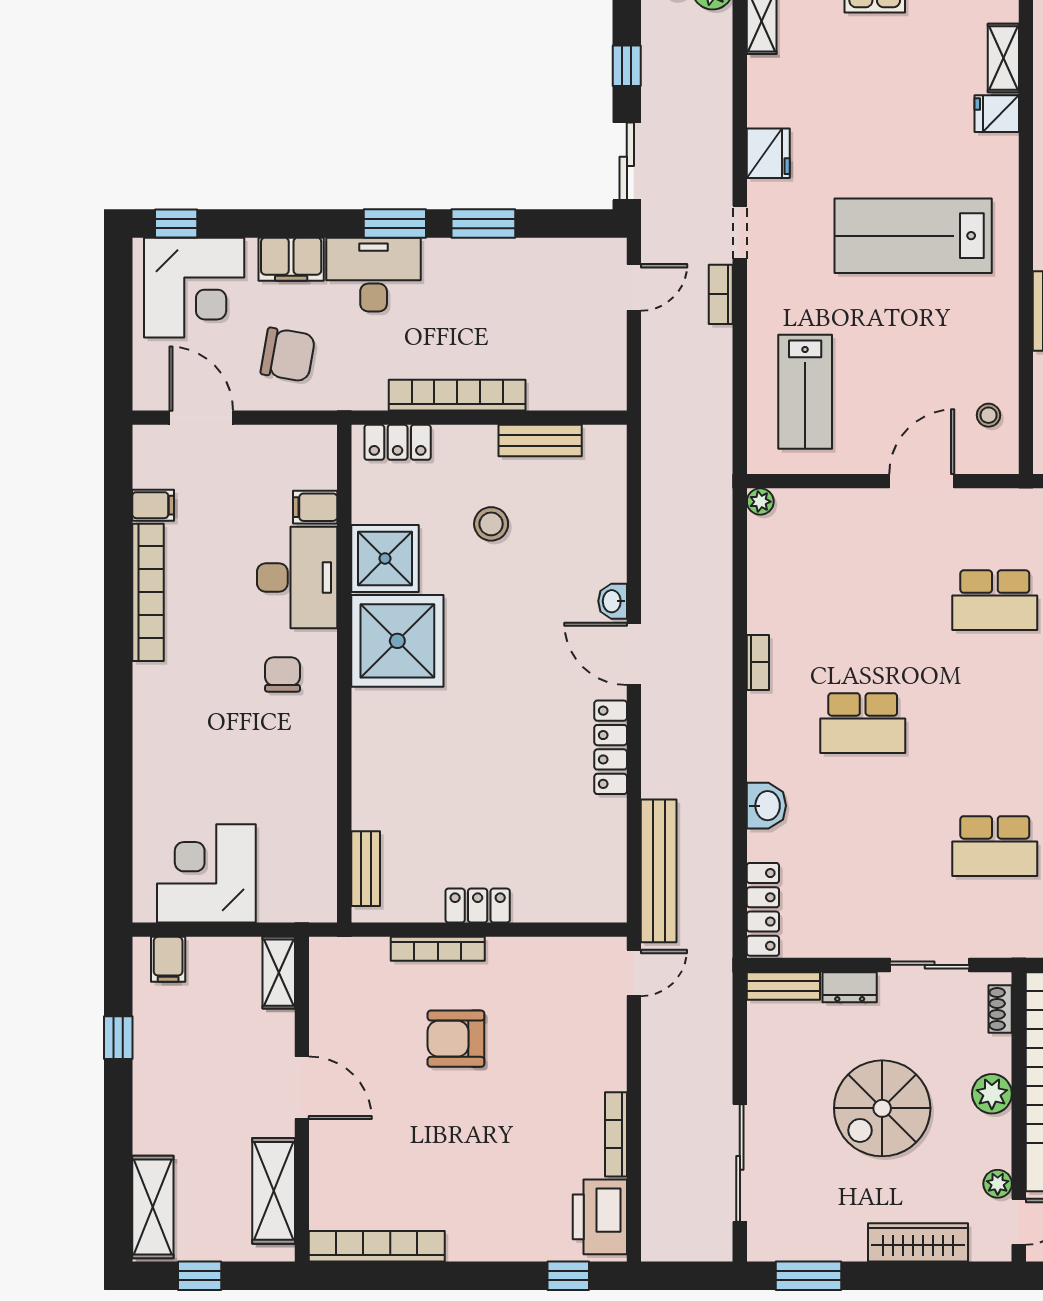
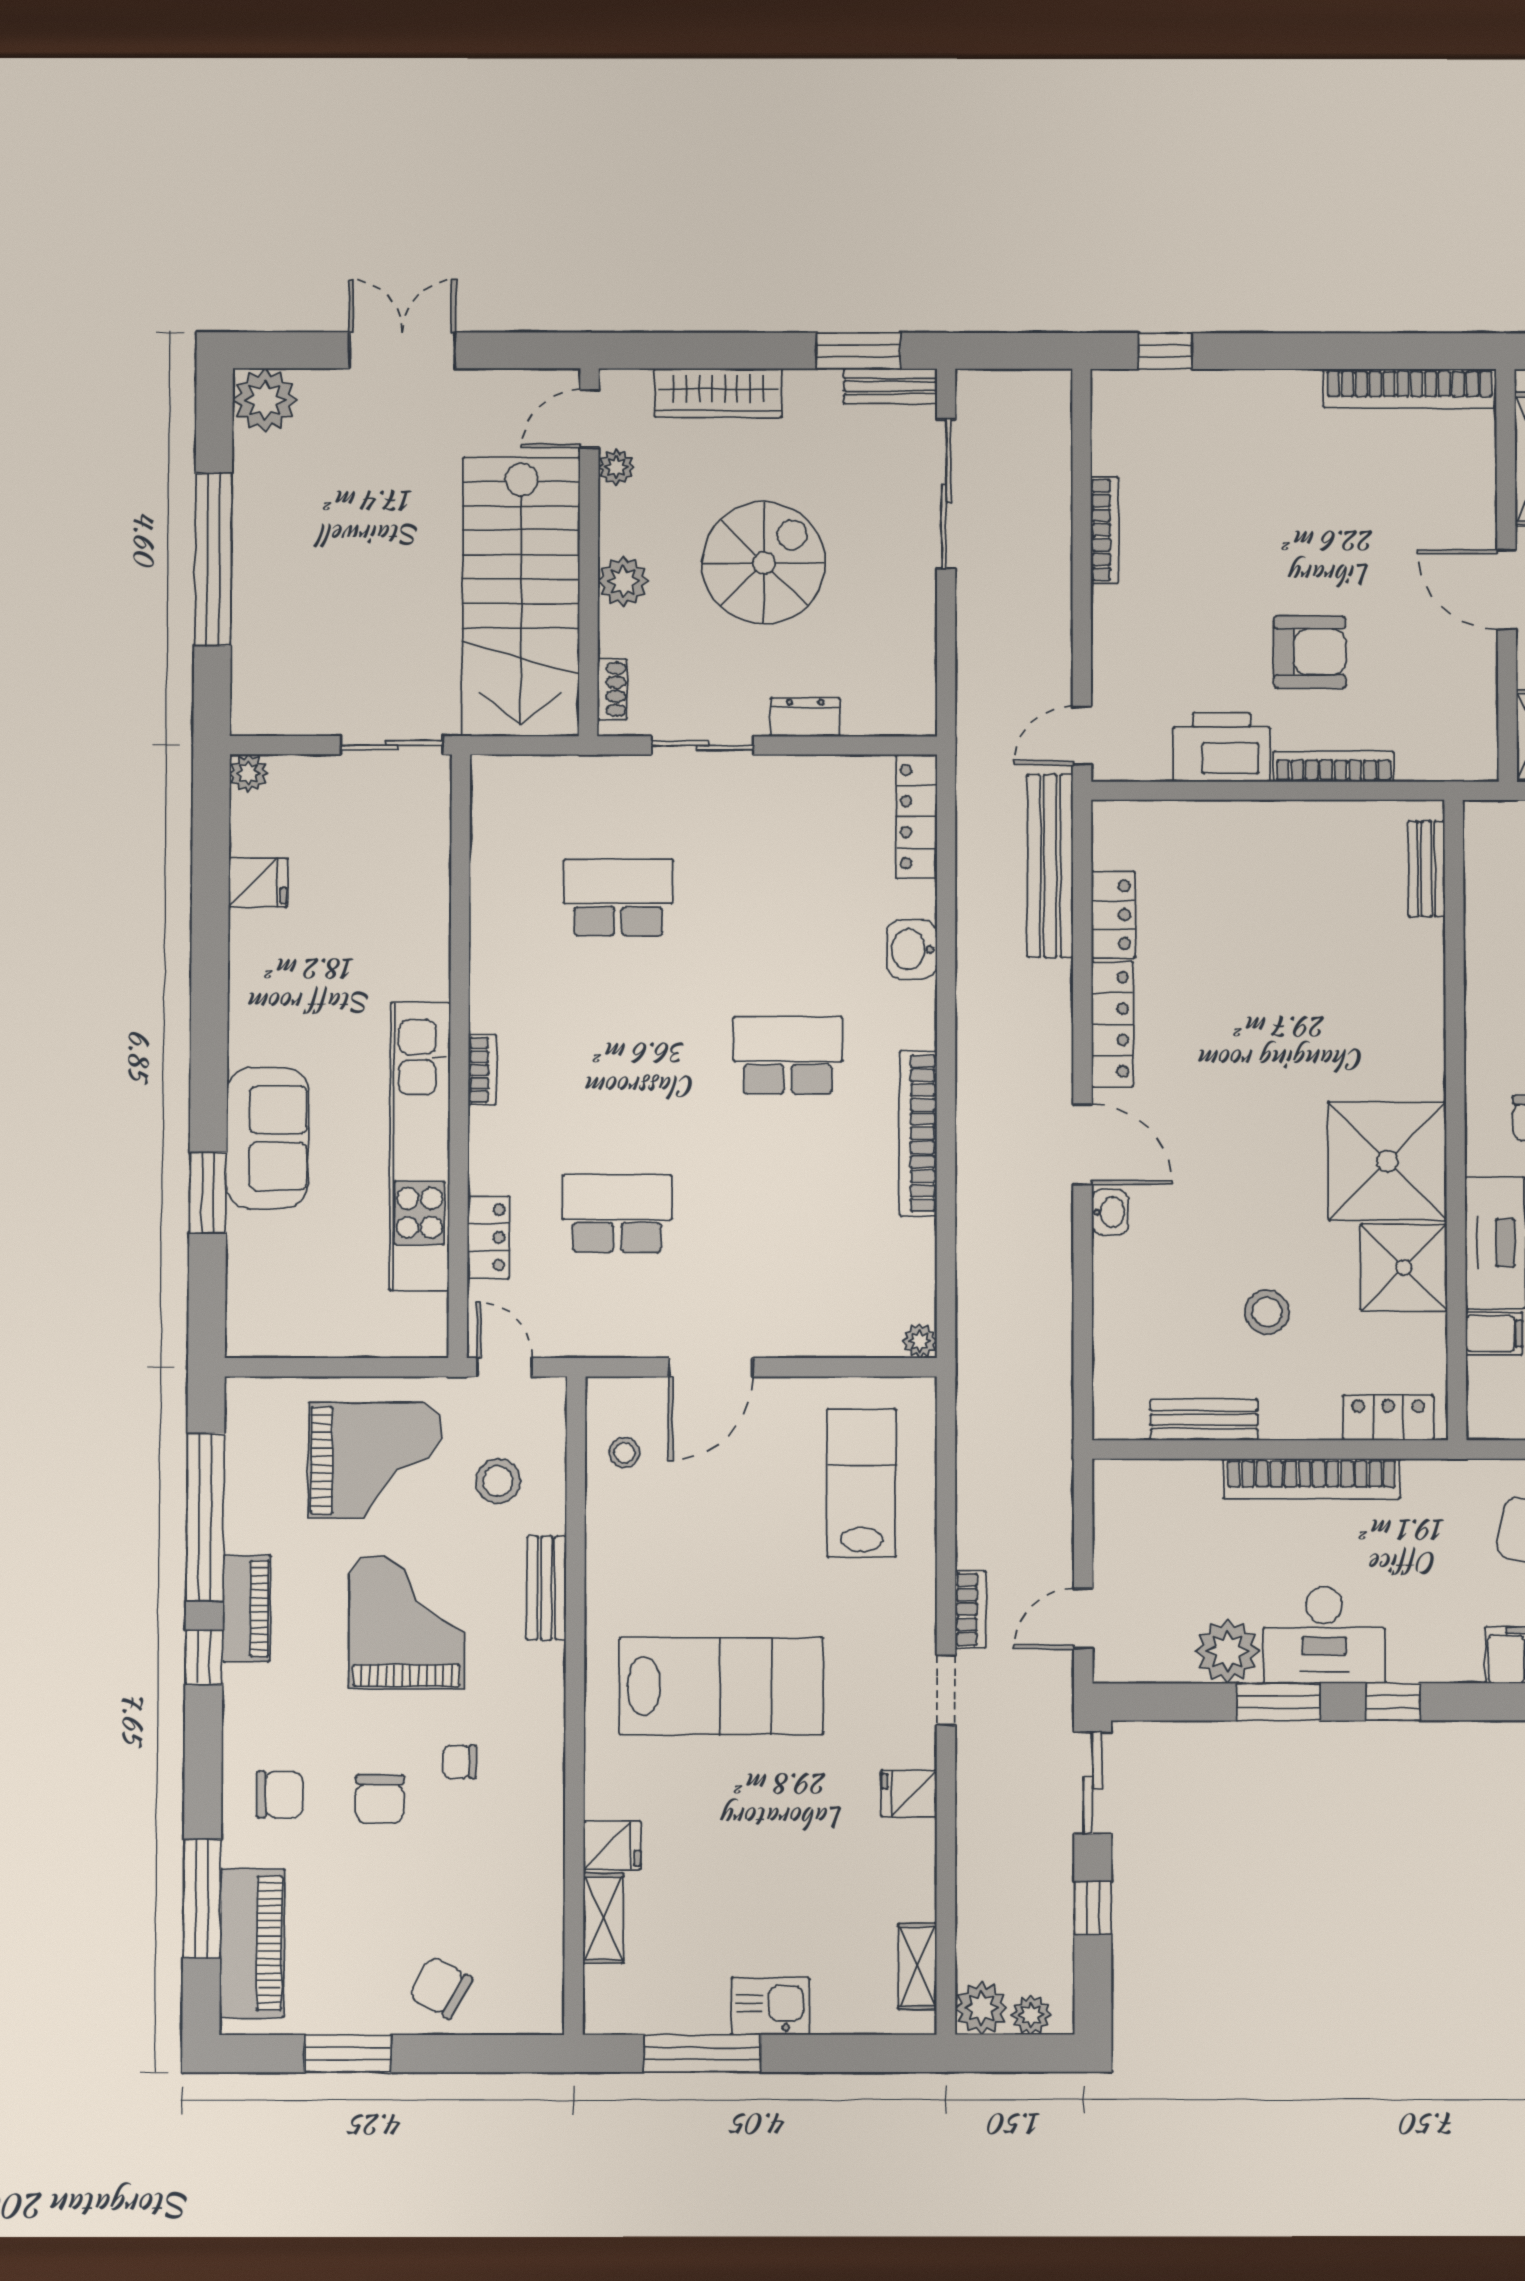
fridge: (768, 153) -> (909, 1794), width x0.72
window: (395, 223) -> (1393, 1702), width x0.67
plant: (523, 262) -> (1227, 1651), added
desk: (374, 275) -> (1324, 1635), moved
bookcase: (758, 662) -> (918, 1133), width x2.31, depth x1.31
locker: (478, 906) -> (1113, 915), moved, turned -90
bench: (783, 986) -> (890, 386), moved
printer: (600, 1217) -> (1222, 747), moved, turned -90

